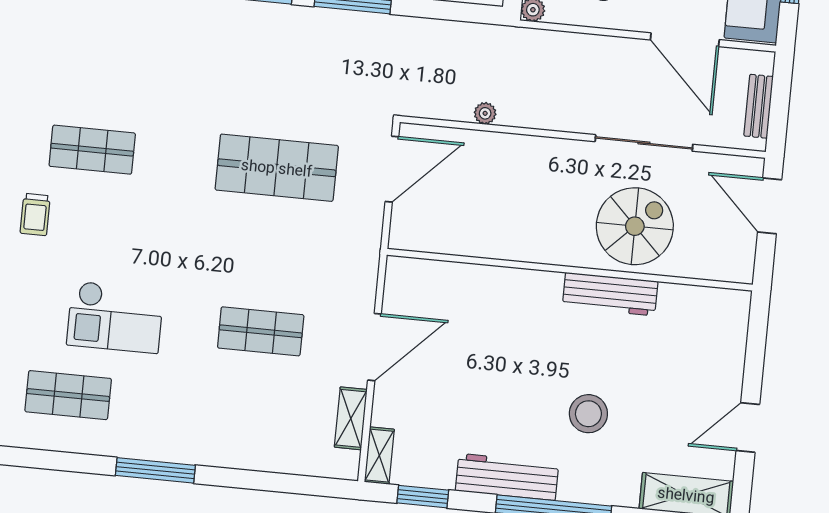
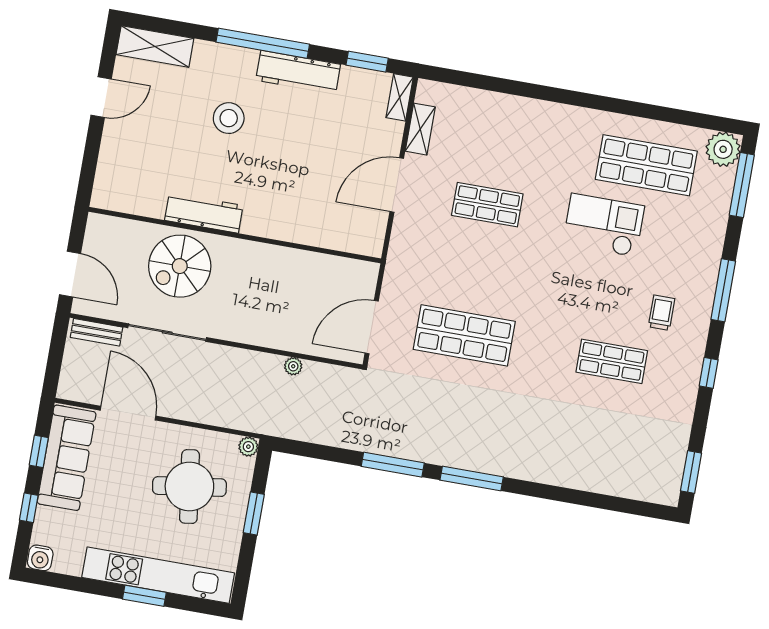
bench: (758, 106) -> (97, 332), moved, turned 90
shop shelf: (68, 395) -> (646, 165), width x1.43, depth x1.36
window: (155, 470) -> (581, 99), removed

